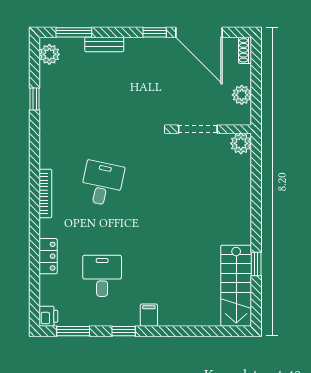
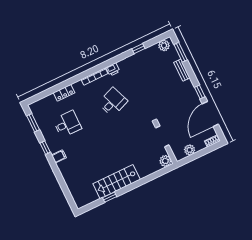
desk: (102, 183) -> (113, 102), turned -33
stairs: (236, 286) -> (117, 182), moved
printer: (48, 316) -> (113, 69), moved

